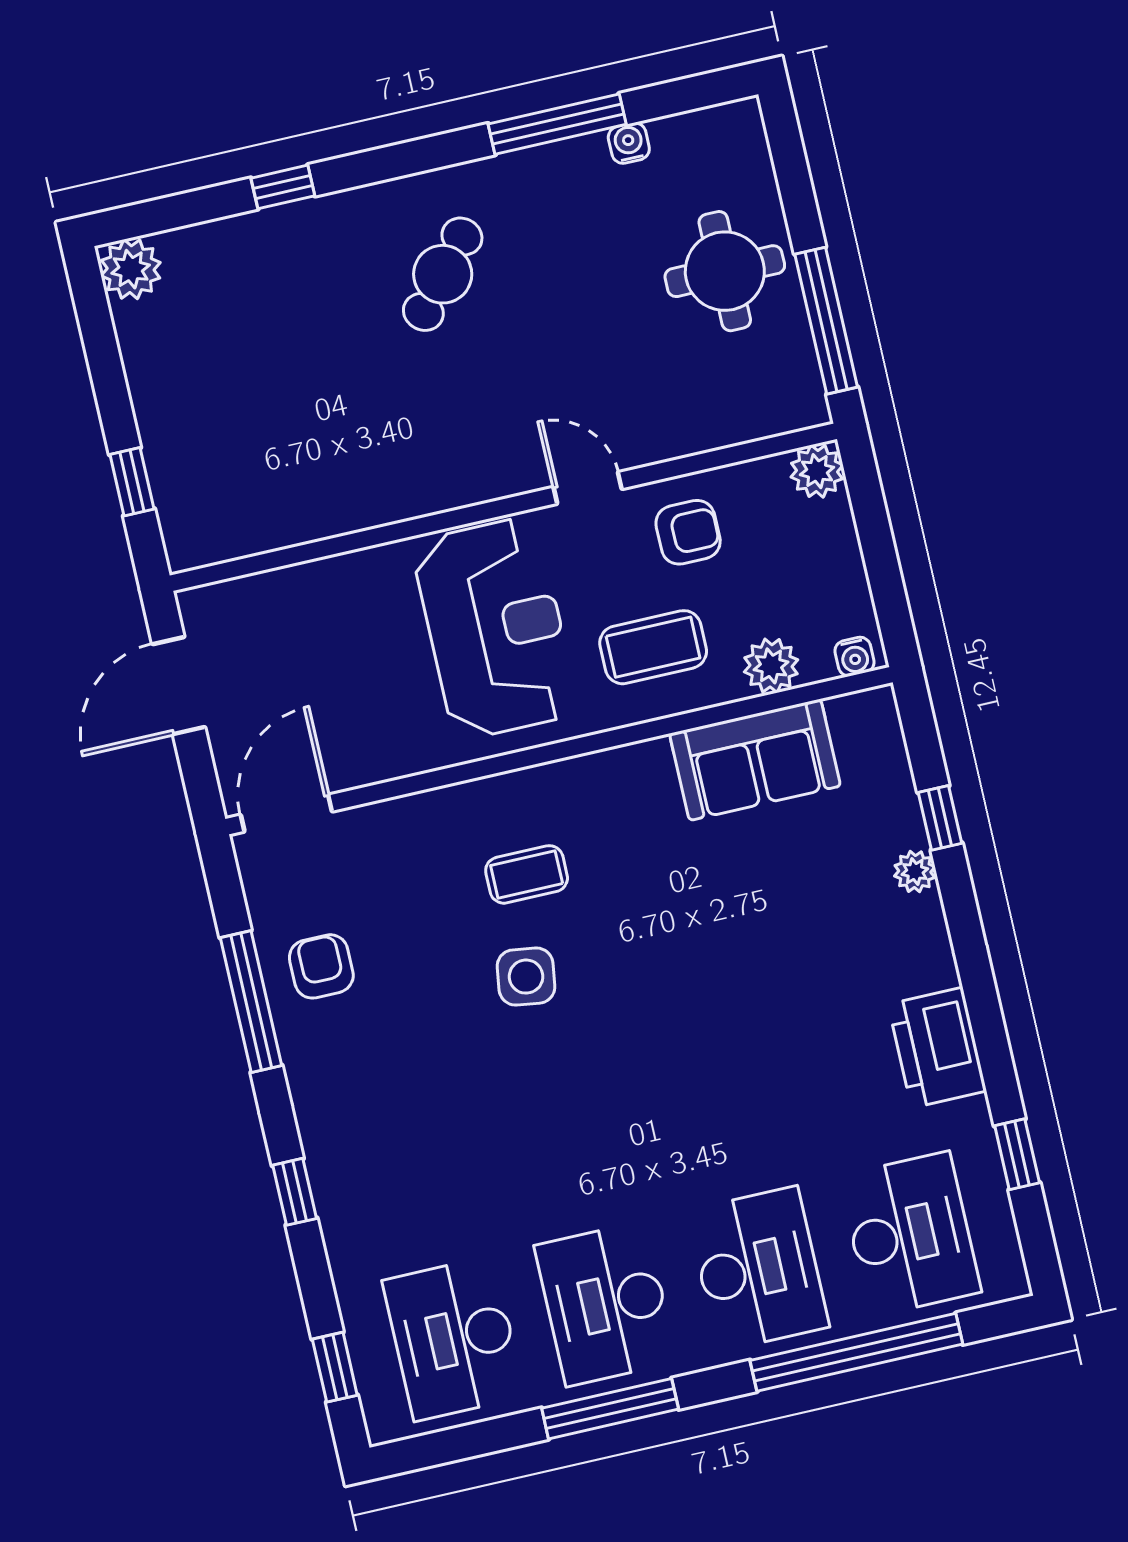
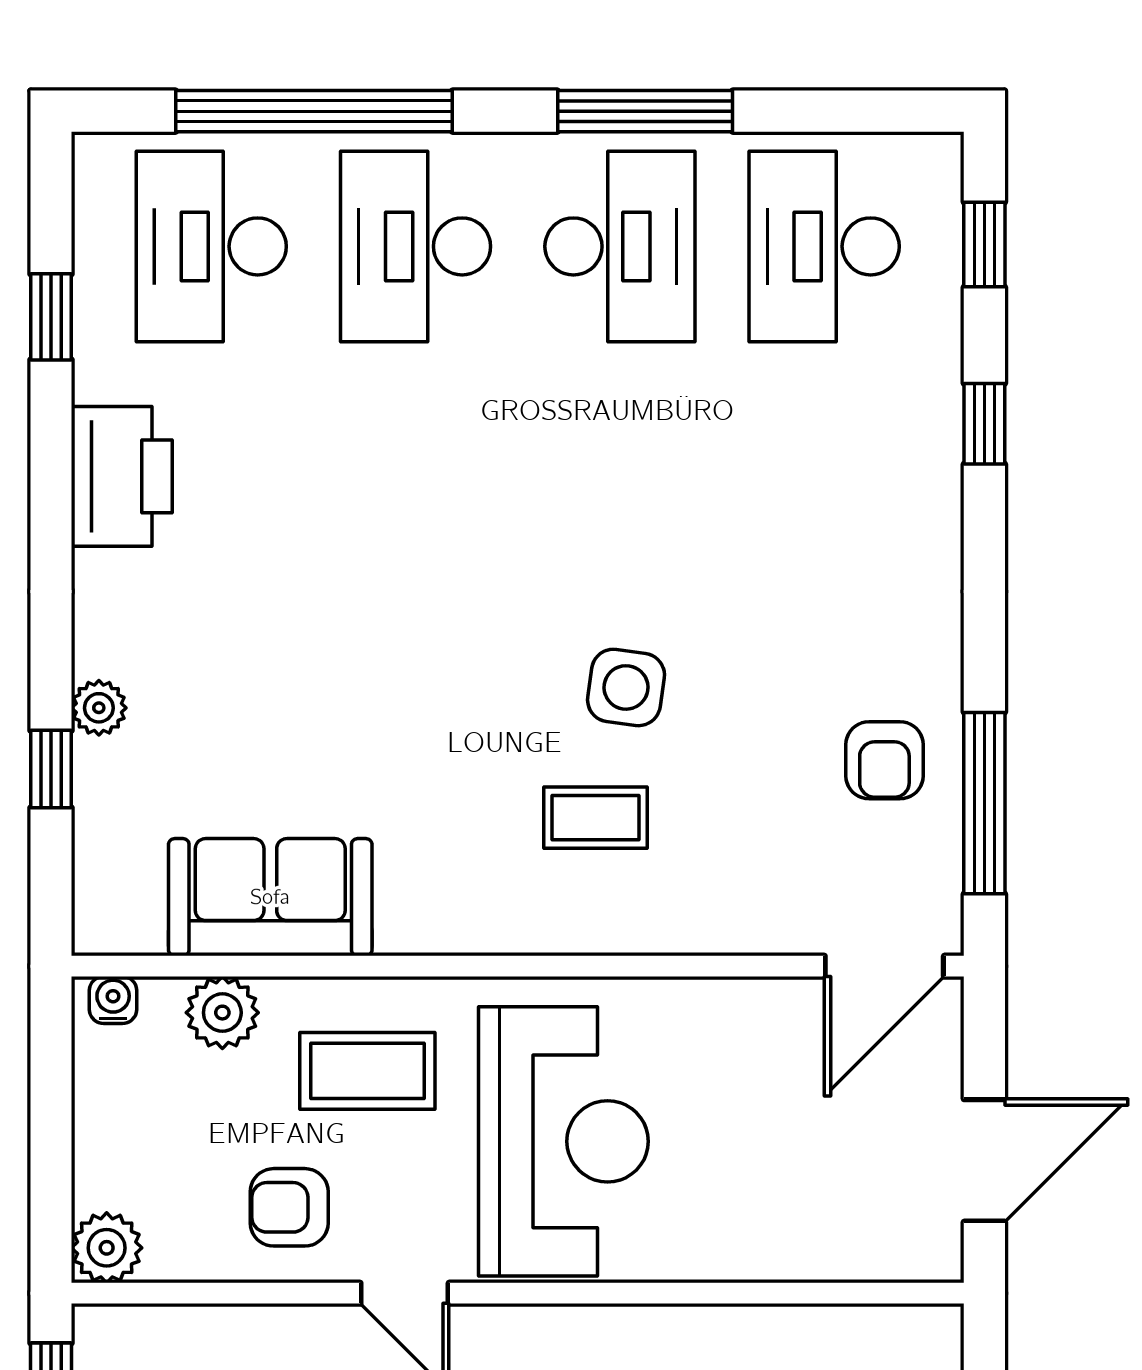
reception desk: (495, 628) -> (563, 1141), turned 180
window: (251, 1002) -> (984, 803), moved
window: (295, 1192) -> (984, 424), moved
desk: (454, 1338) -> (824, 246), turned 180

